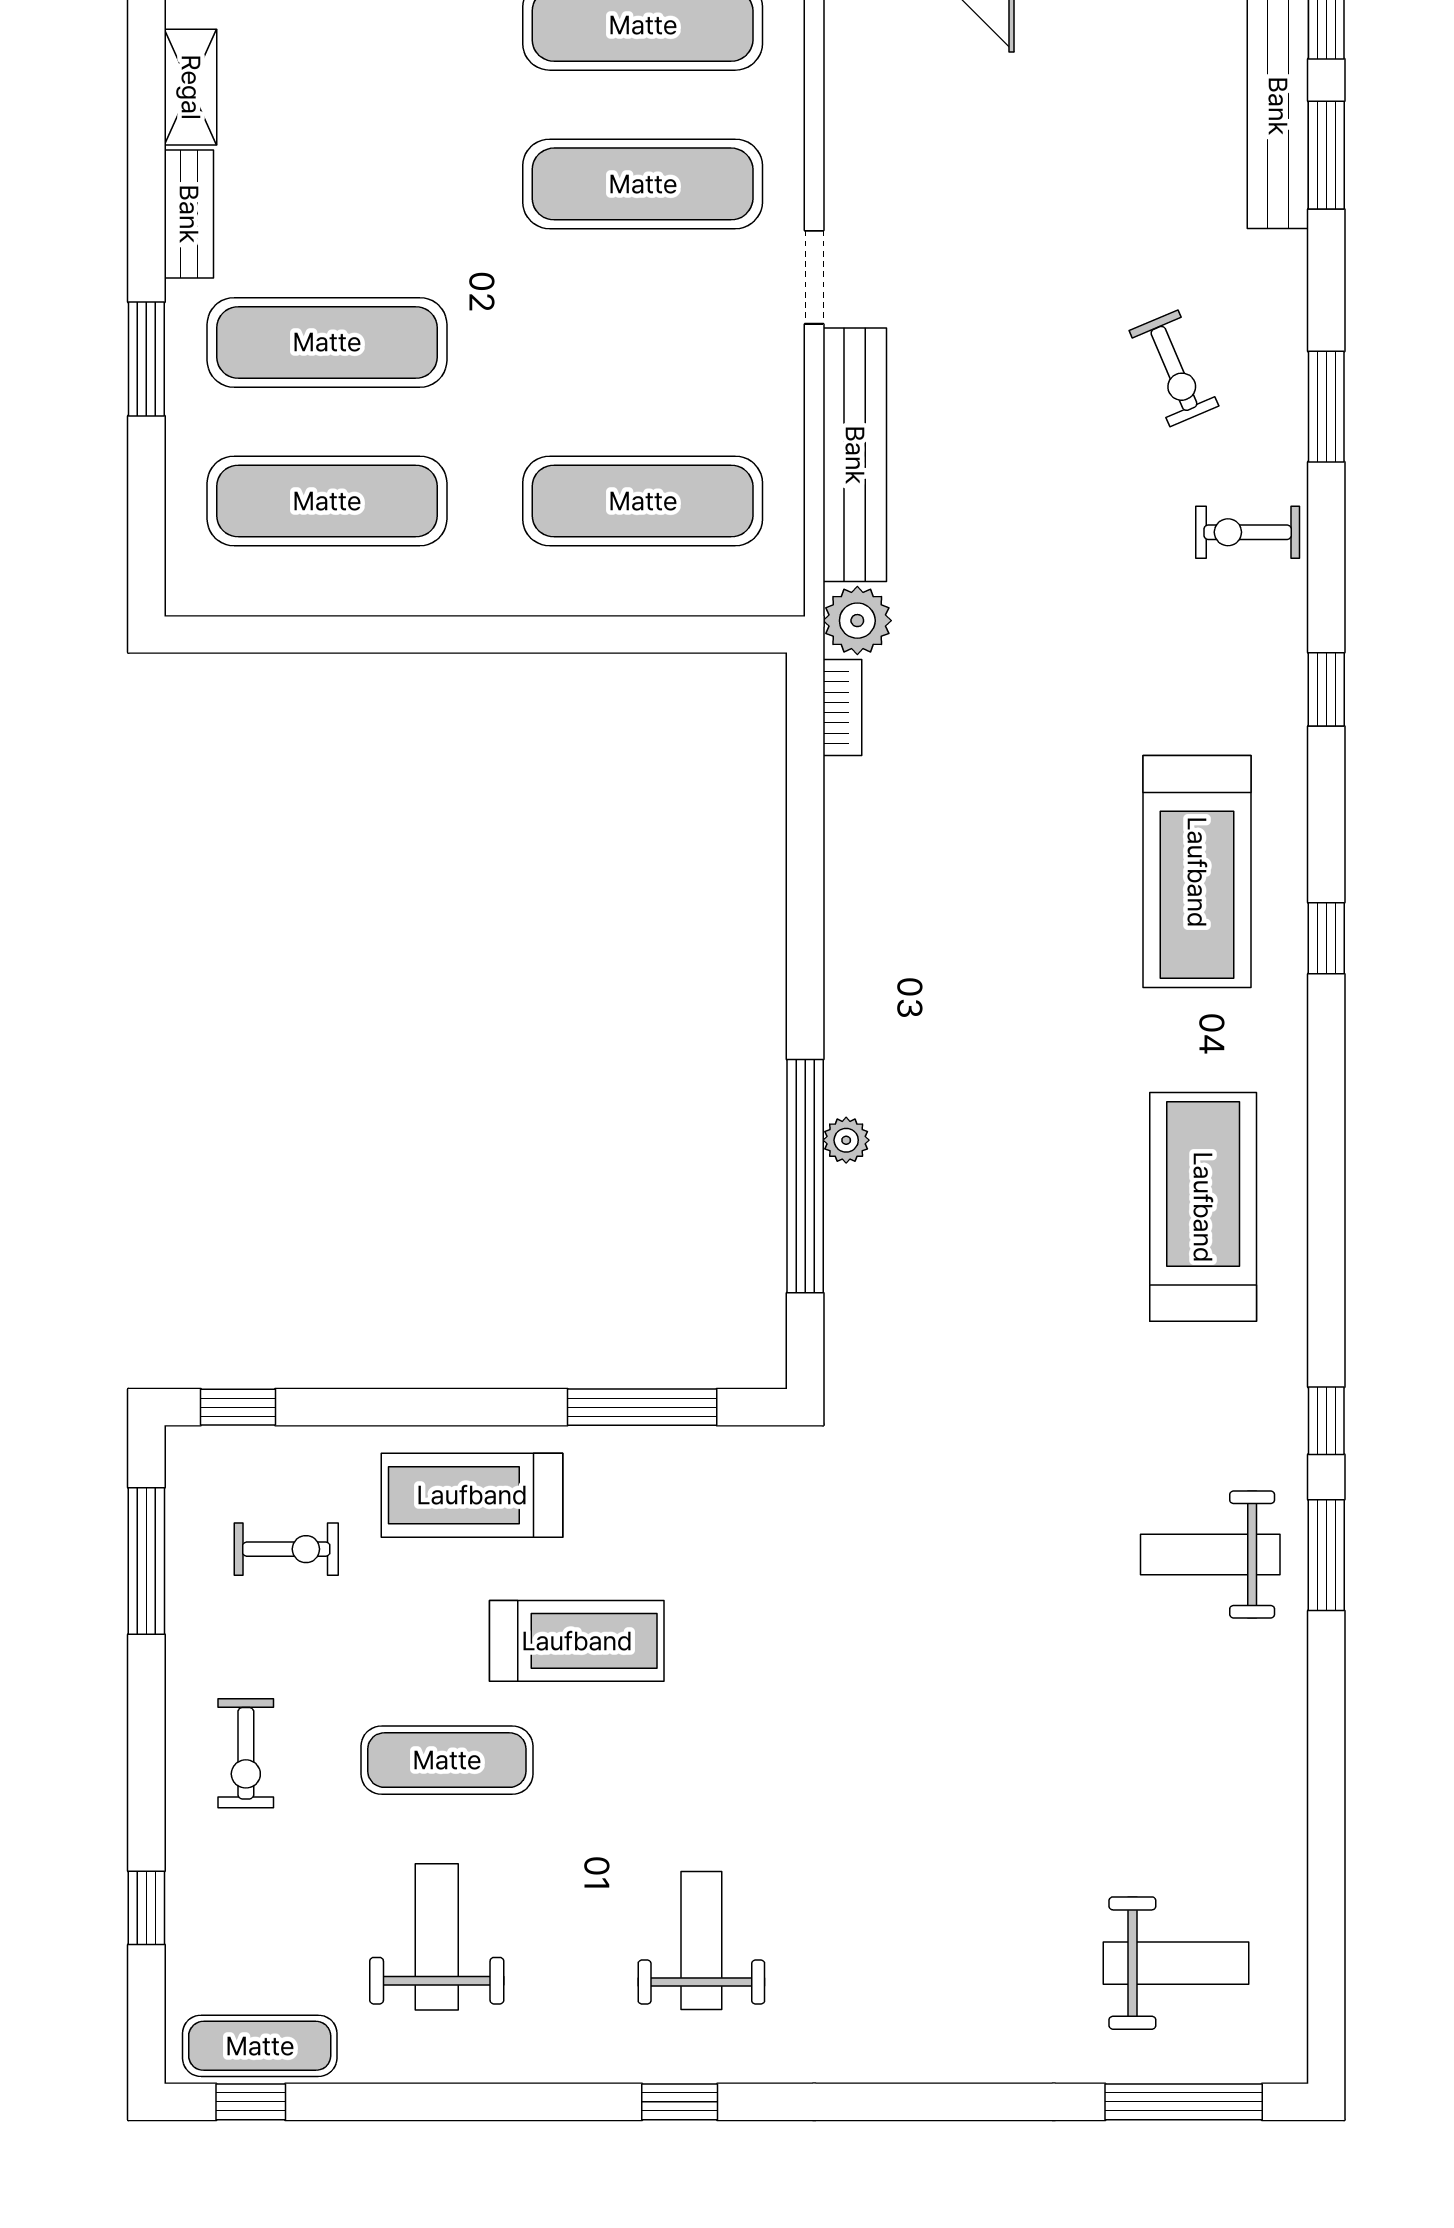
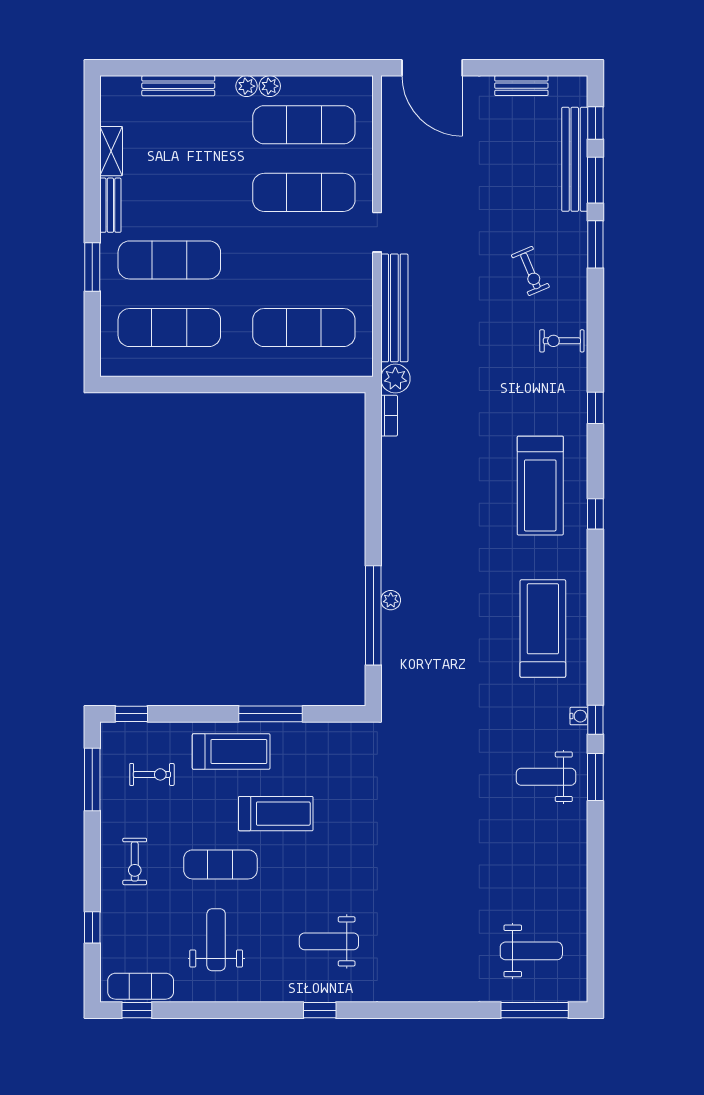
window: (1326, 407) -> (595, 244), moved
window: (642, 1407) -> (271, 714), moved
water cooler: (1288, 1412) -> (579, 716), added
treadmill: (472, 1495) -> (231, 751), turned 180
weight bench: (701, 1941) -> (329, 941), turned -90

